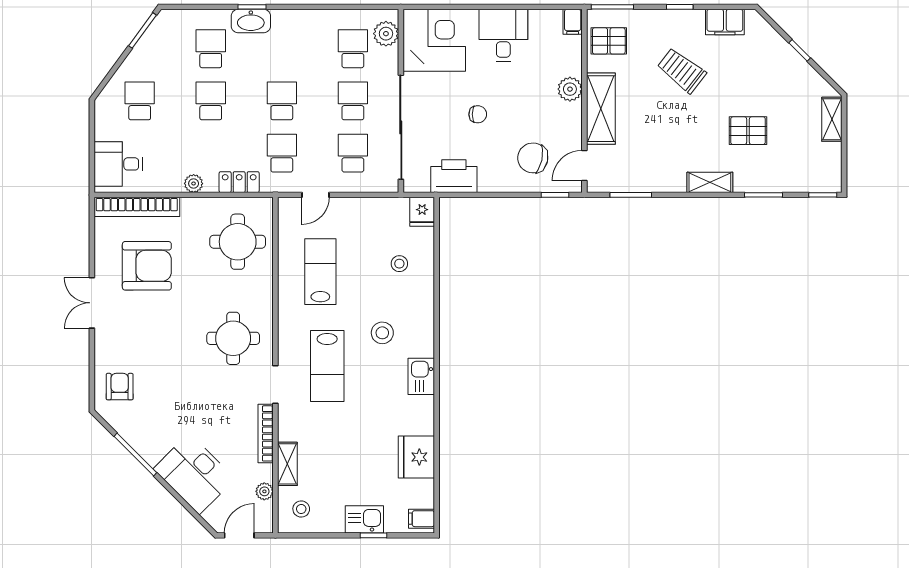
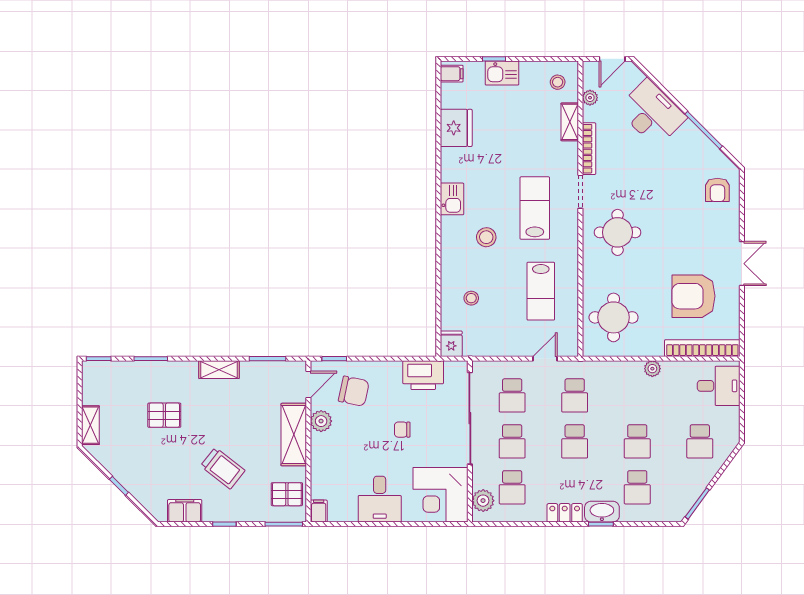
plant: (570, 89) -> (321, 421), moved
locker: (239, 182) -> (565, 513), moved, turned 180
shelving: (710, 182) -> (219, 370), moved

